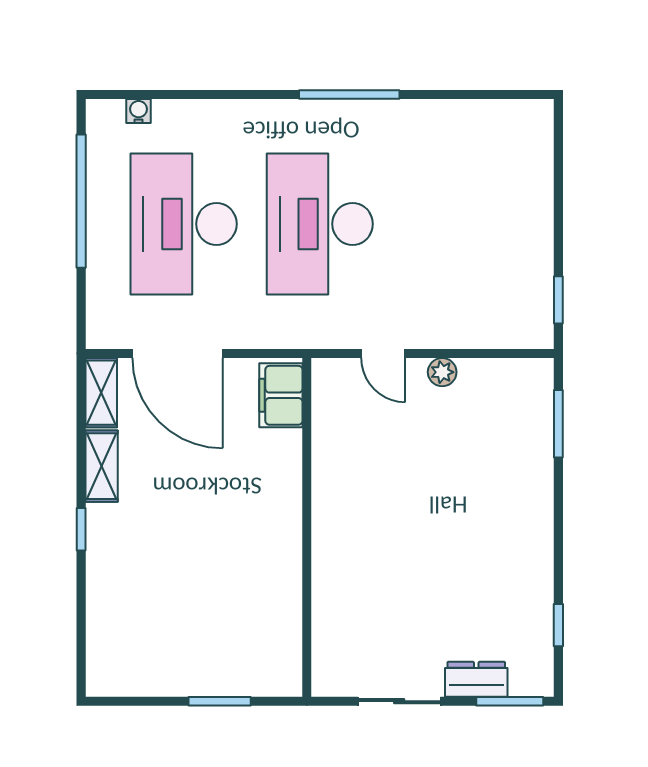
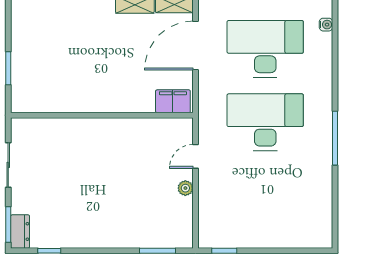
dresser: (476, 679) -> (20, 231), moved

